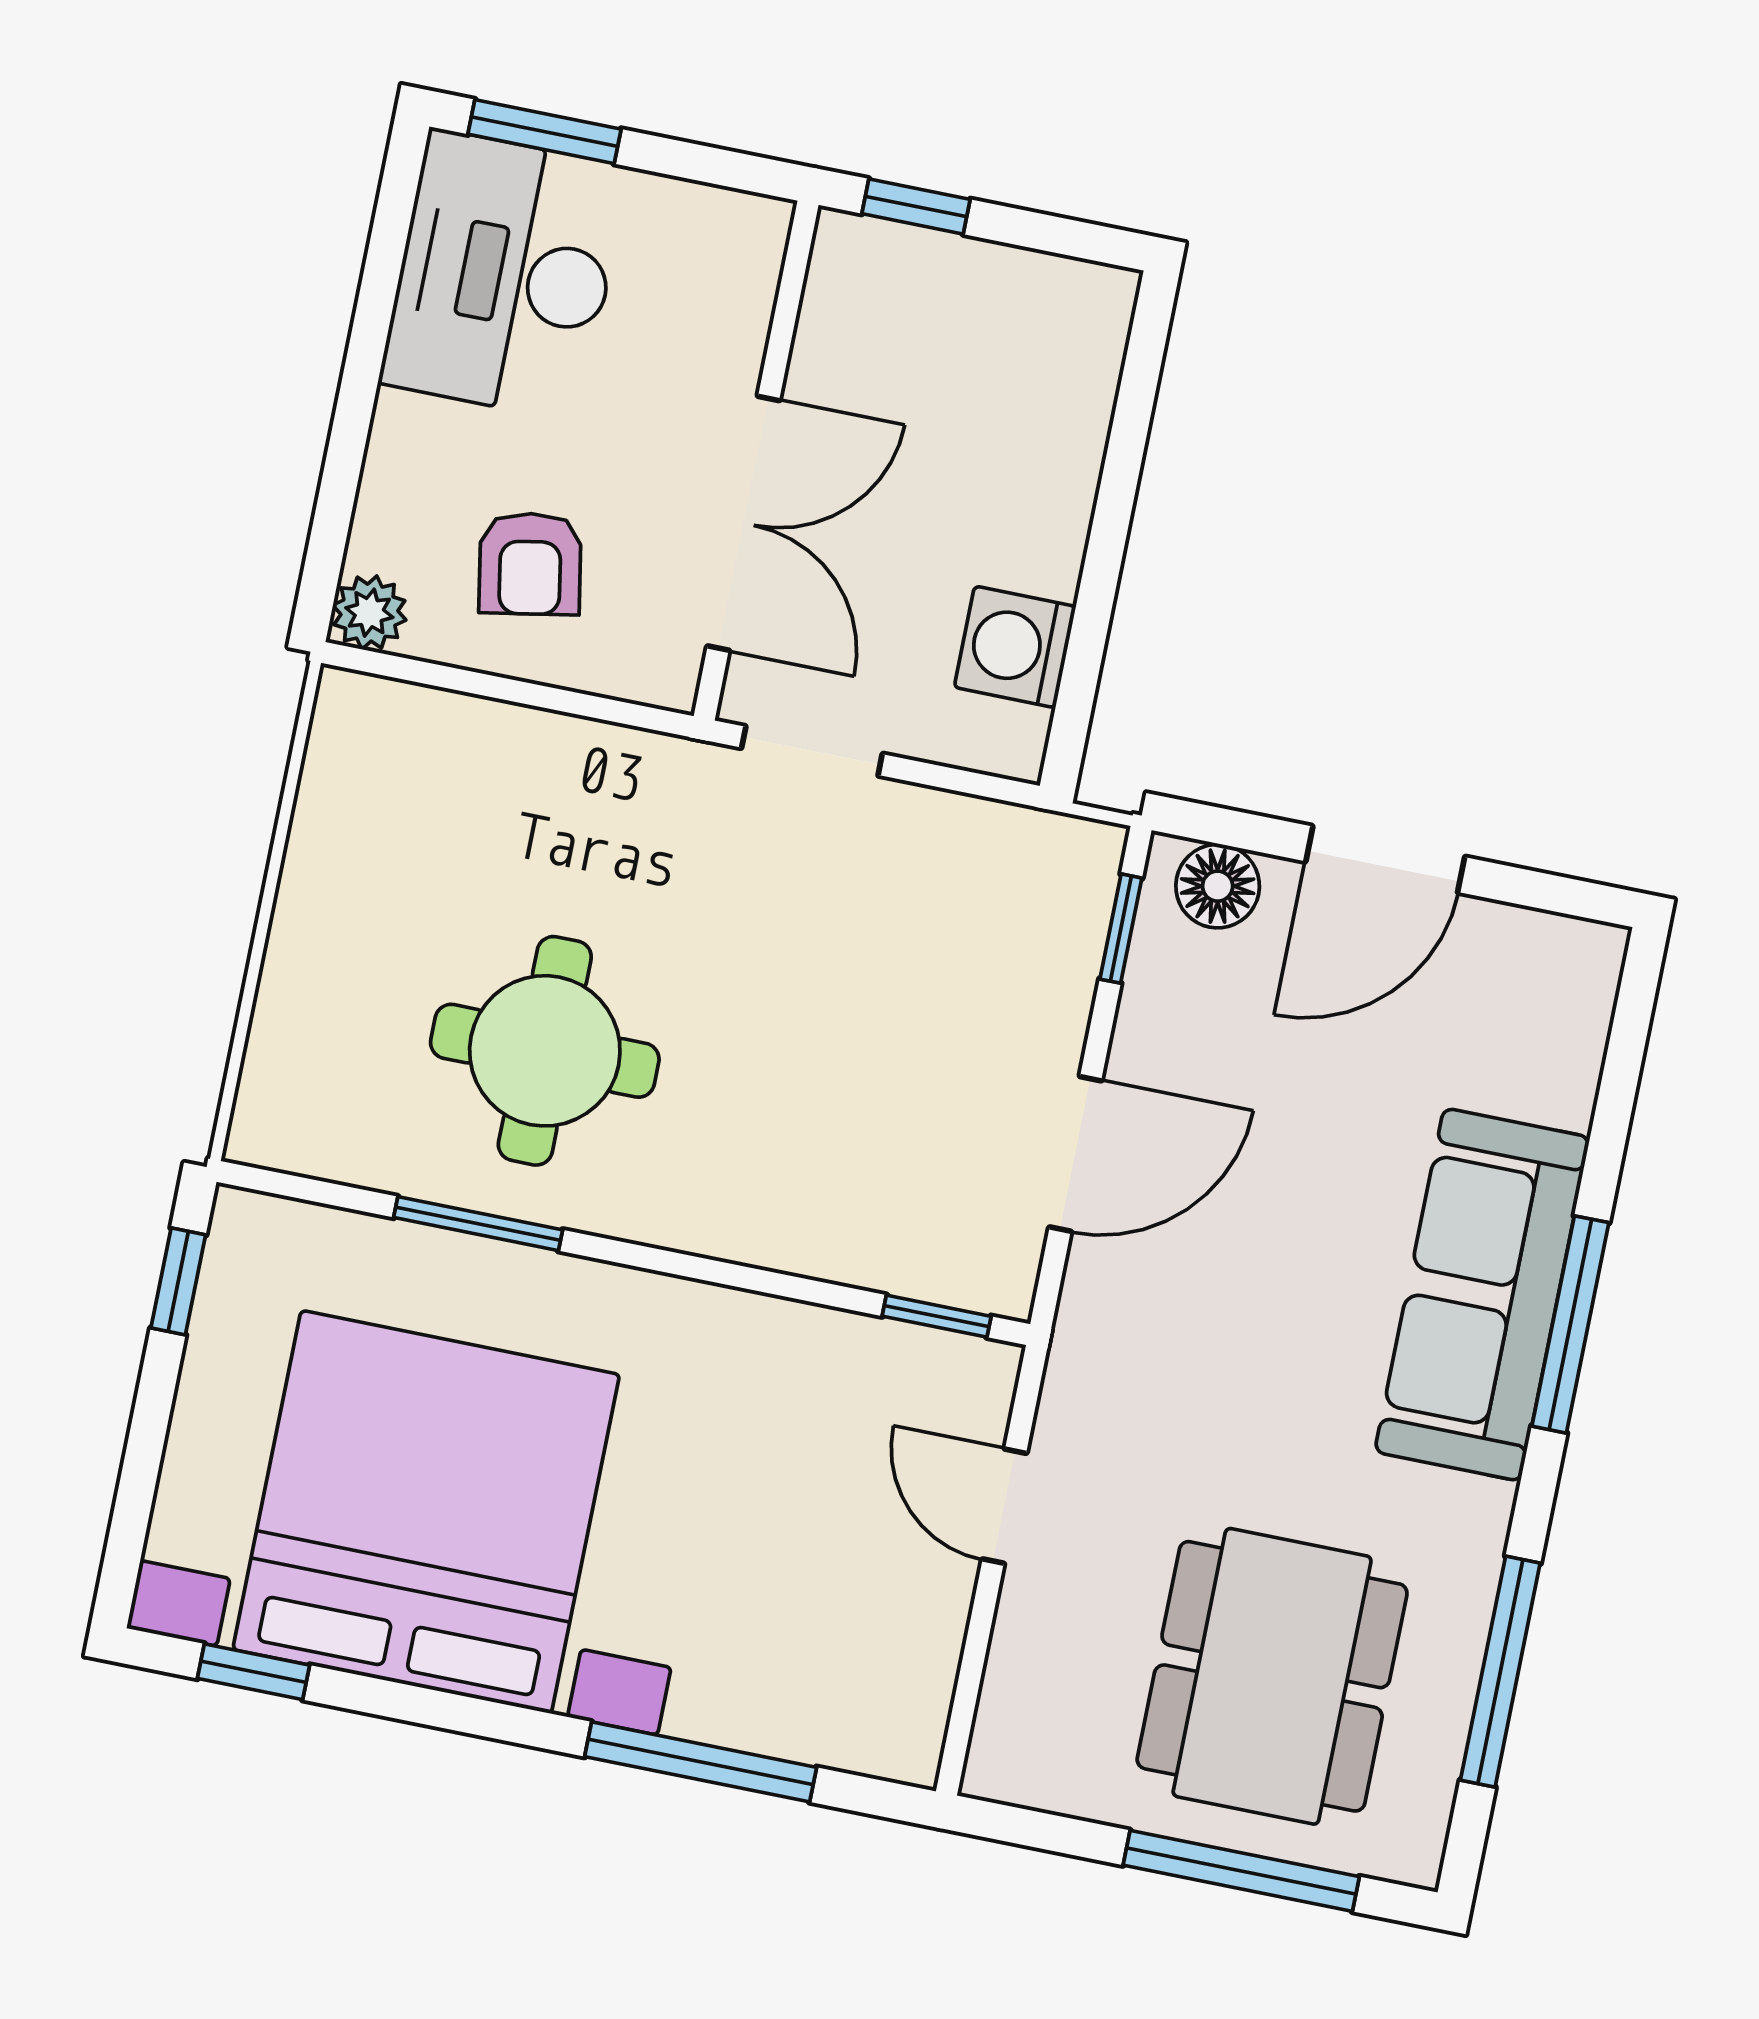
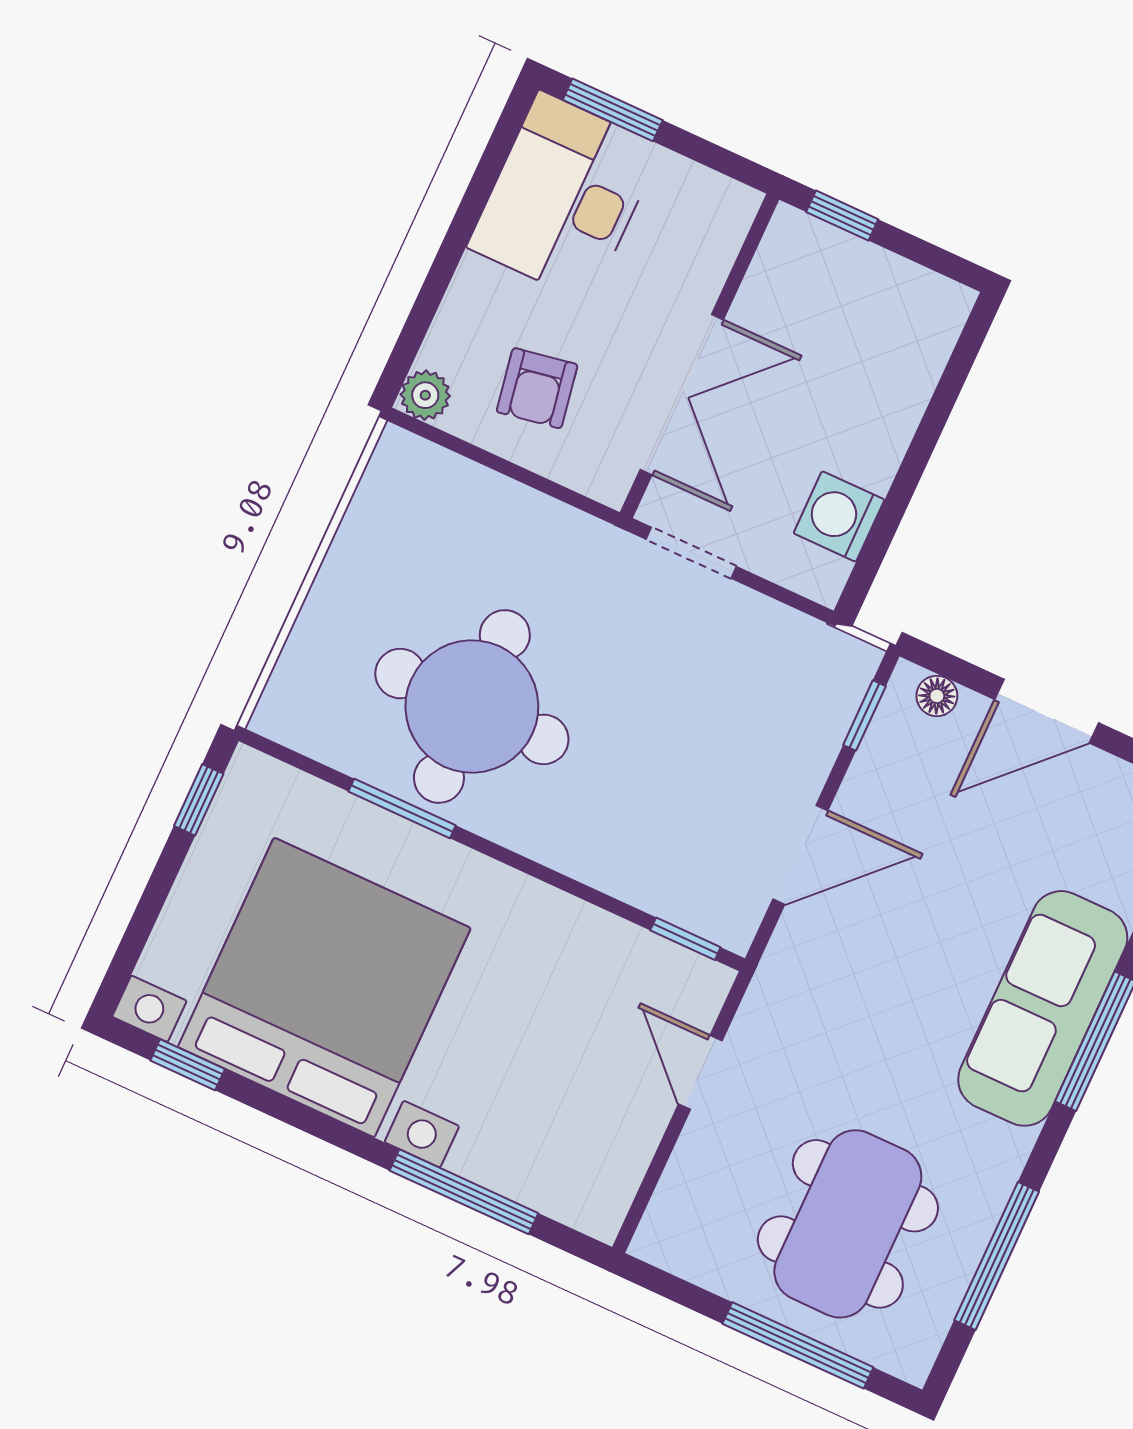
floor lamp: (1218, 886) -> (937, 696), width x0.73, depth x0.73
round table: (545, 1051) -> (472, 706), width x1.36, depth x1.36

